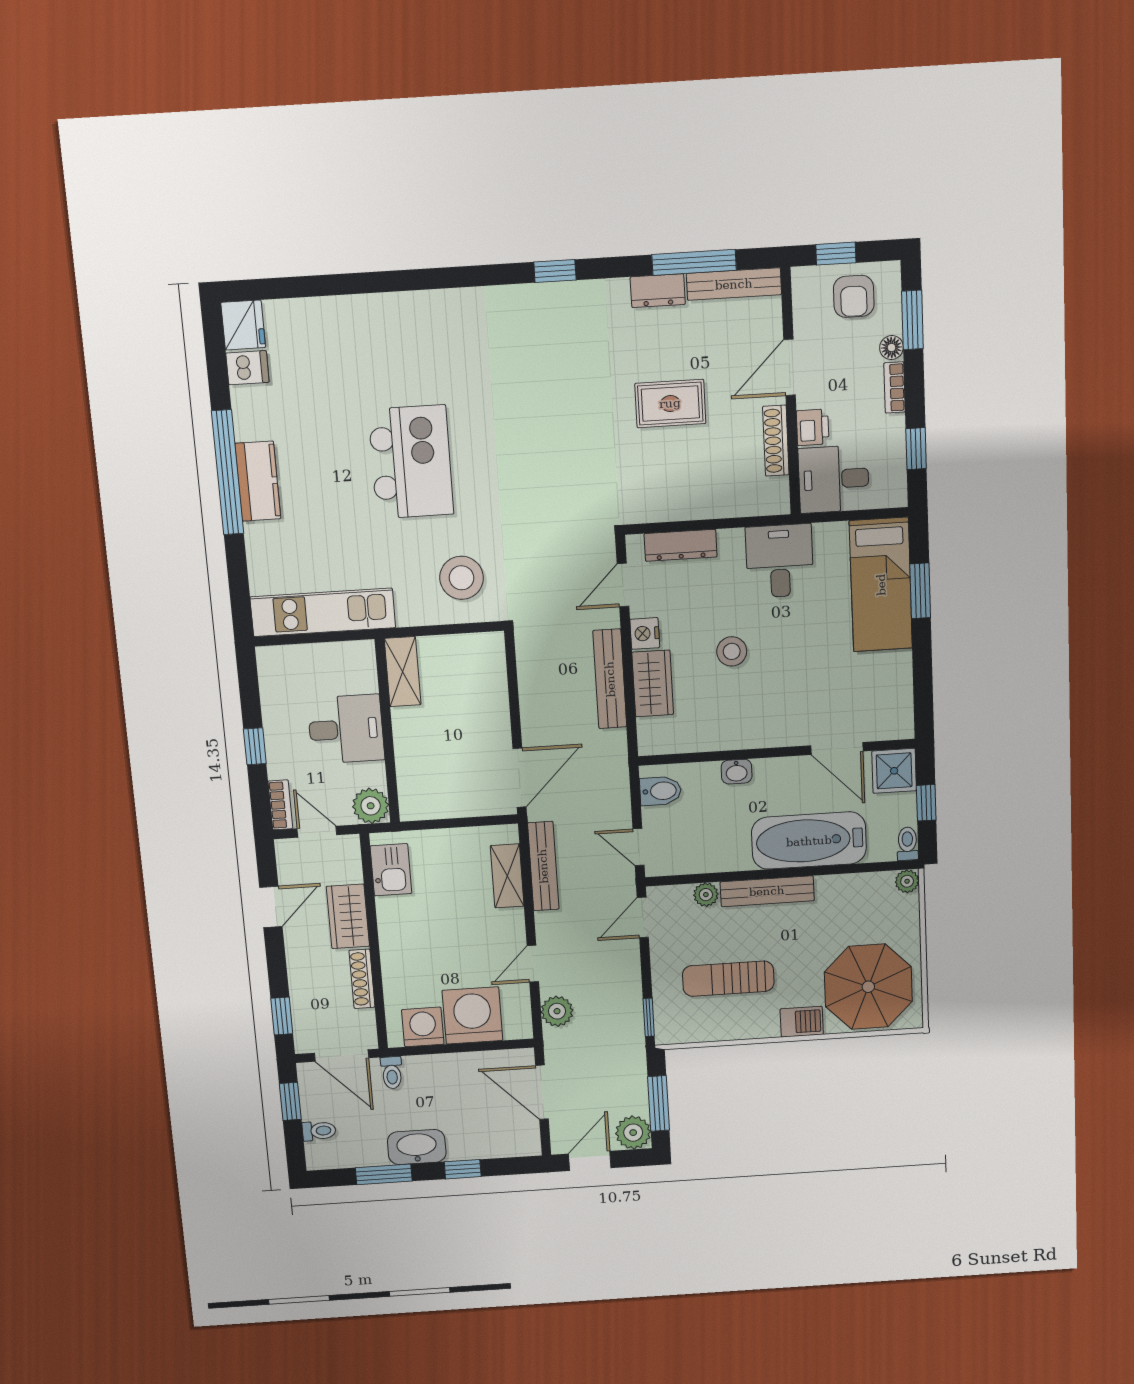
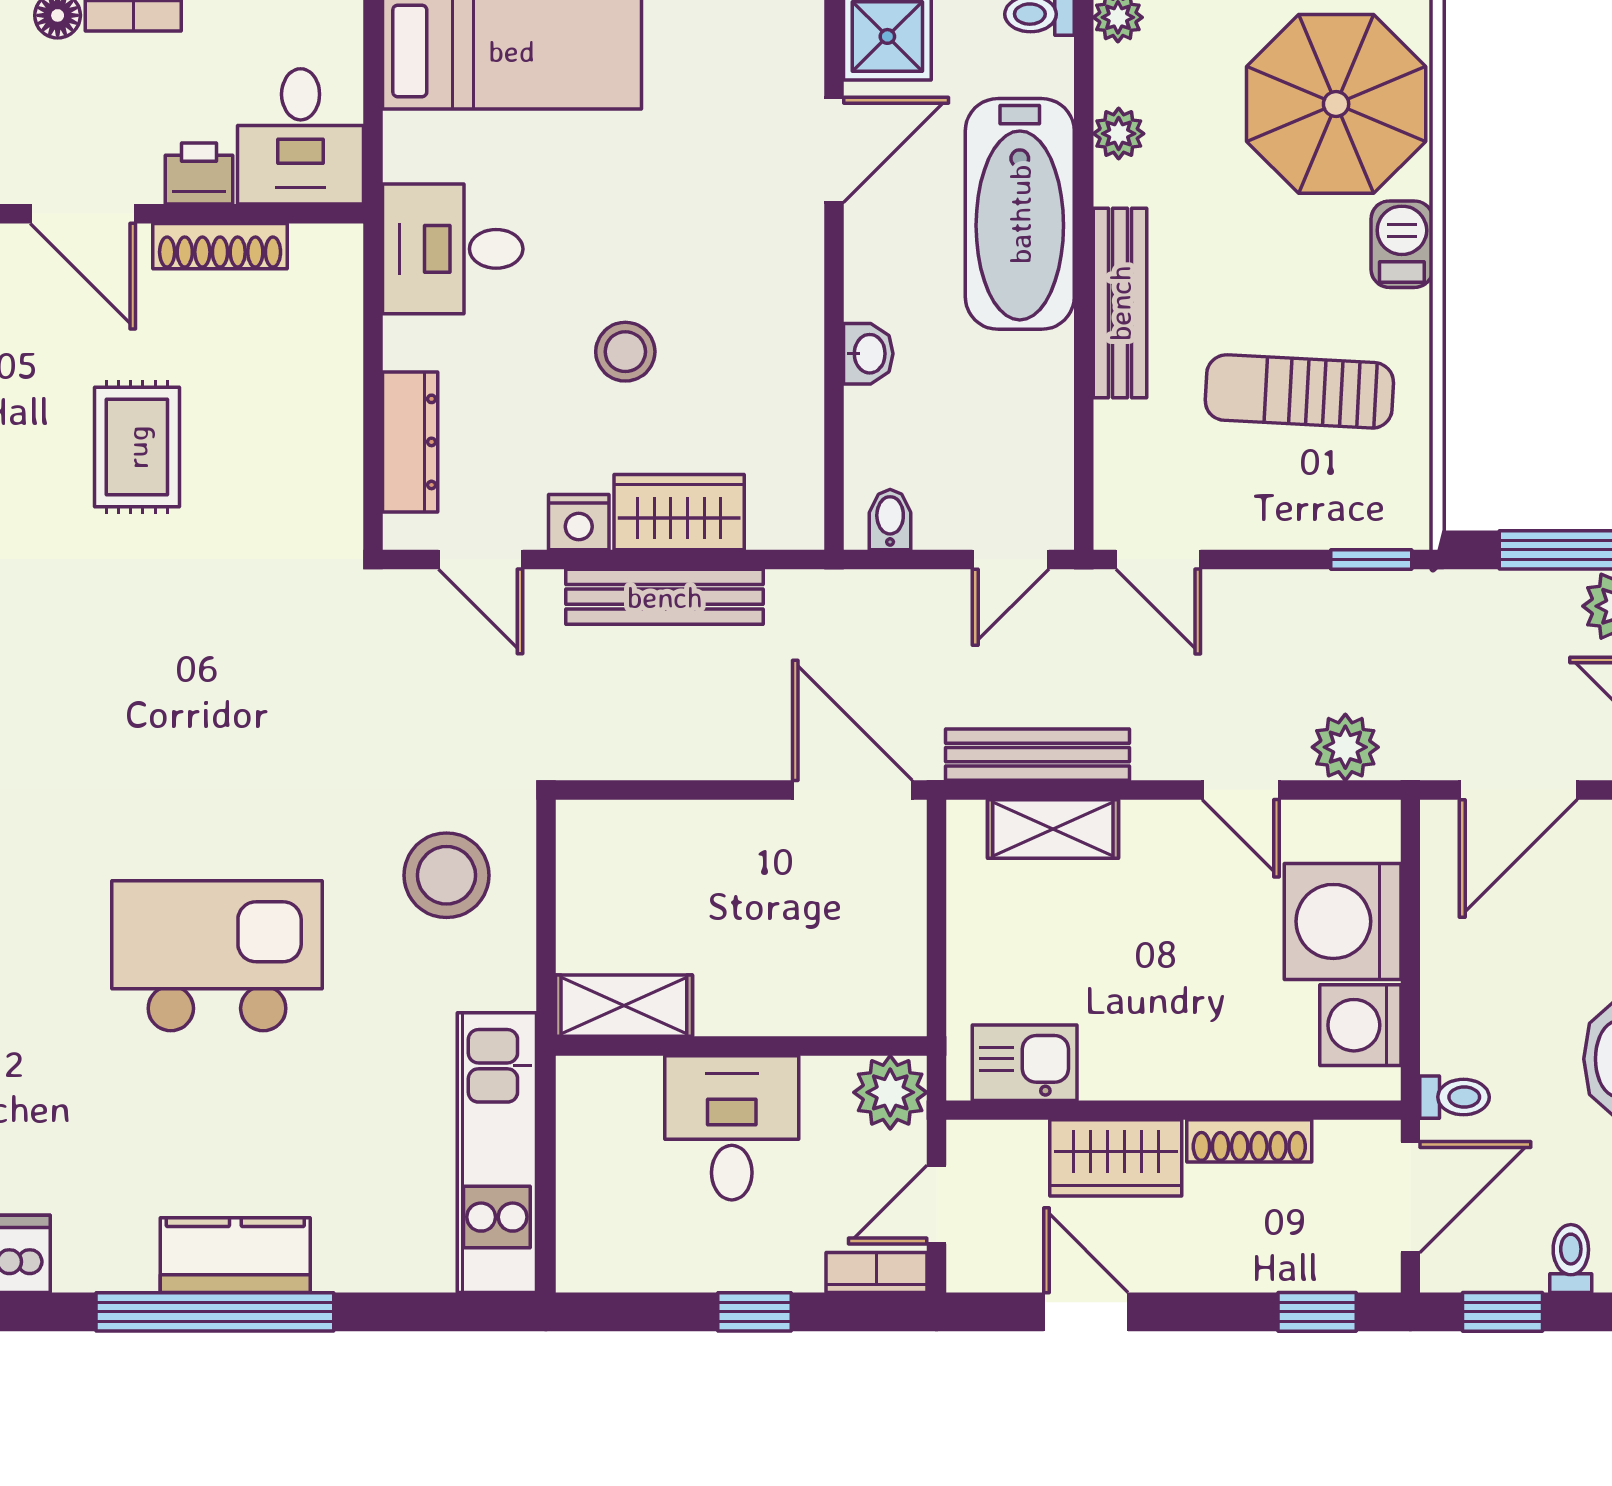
bidet: (661, 791) -> (890, 520), width x0.72, depth x0.74
plant: (706, 895) -> (1119, 134), moved
sun lounger: (728, 979) -> (1299, 391), turned 93

